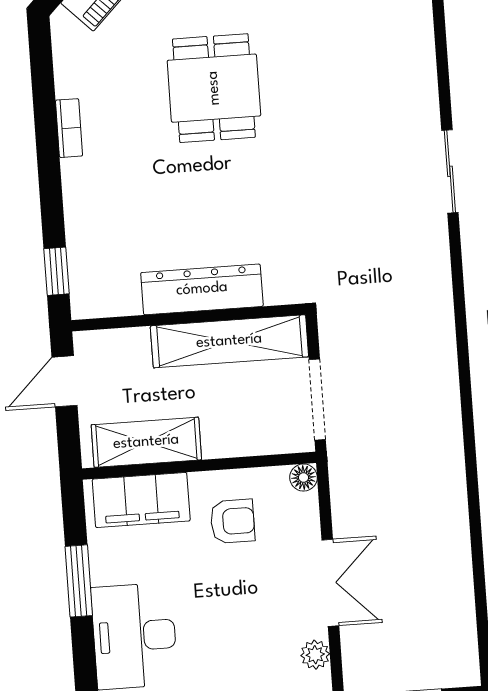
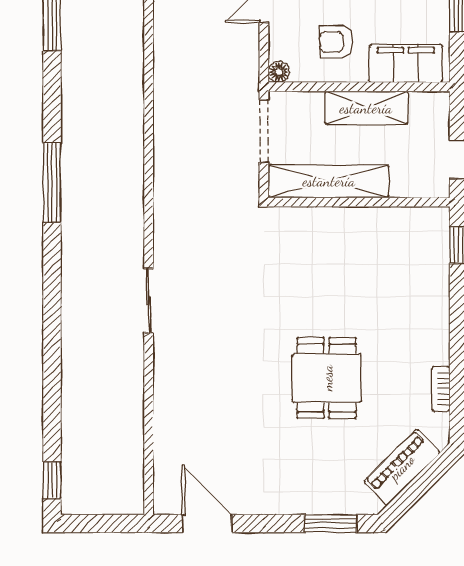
bookcase: (69, 128) -> (441, 389), moved
dresser: (202, 289) -> (347, 223), removed
shelving: (146, 442) -> (366, 108), moved

